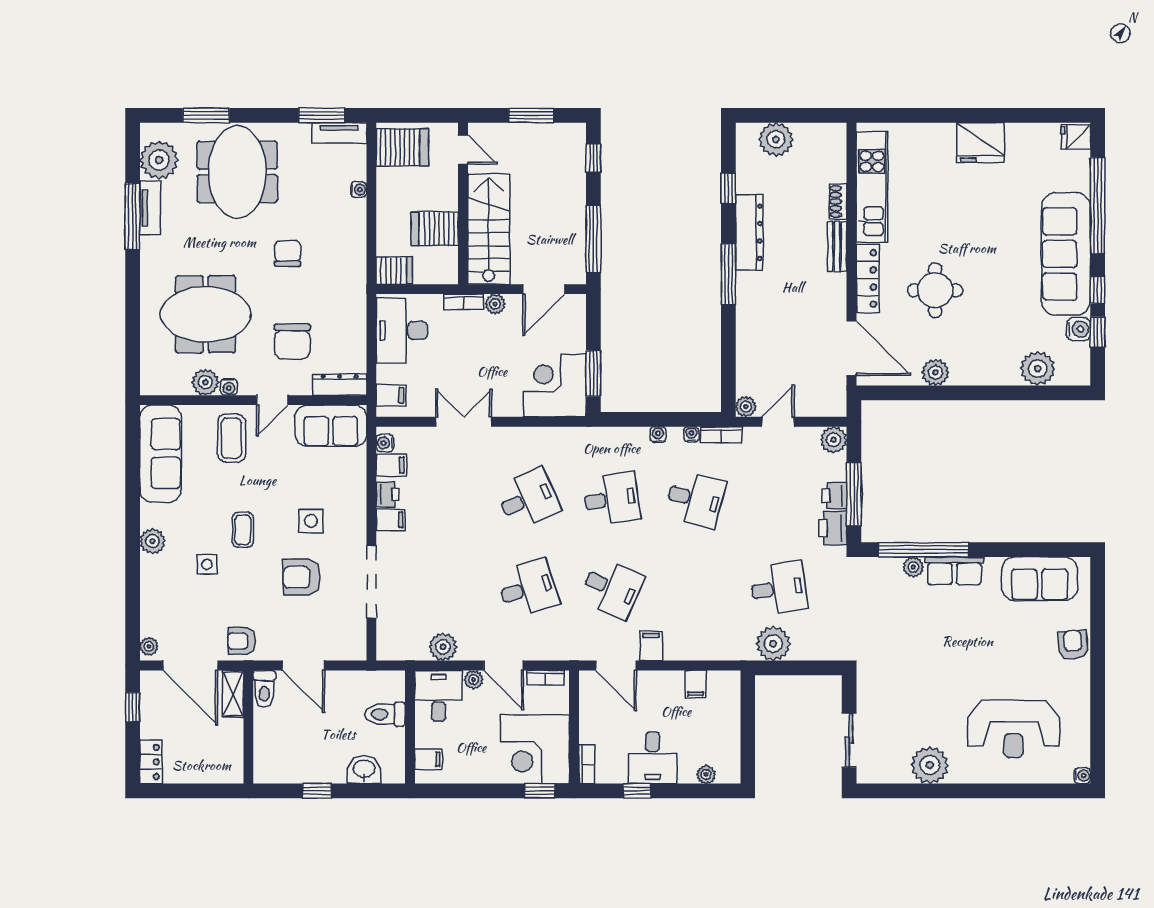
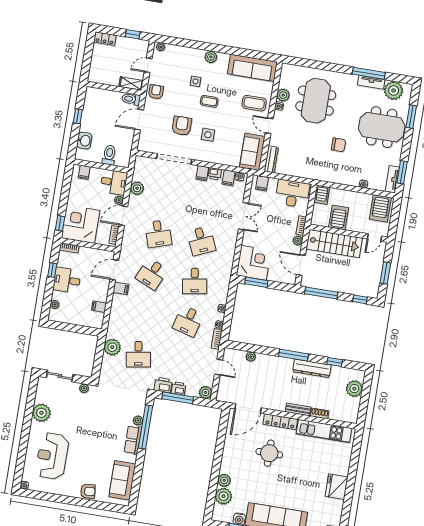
chair: (292, 341) -> (296, 140), removed
plant: (935, 372) -> (224, 480), moved
plant: (746, 407) -> (251, 357), moved
door: (190, 665) -> (148, 65), width x0.53
plant: (866, 687) -> (84, 388), added

